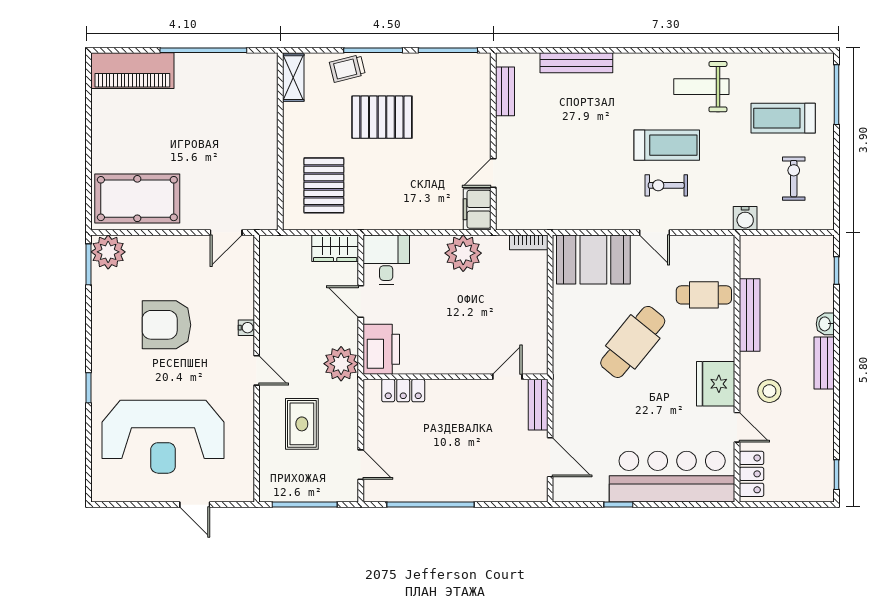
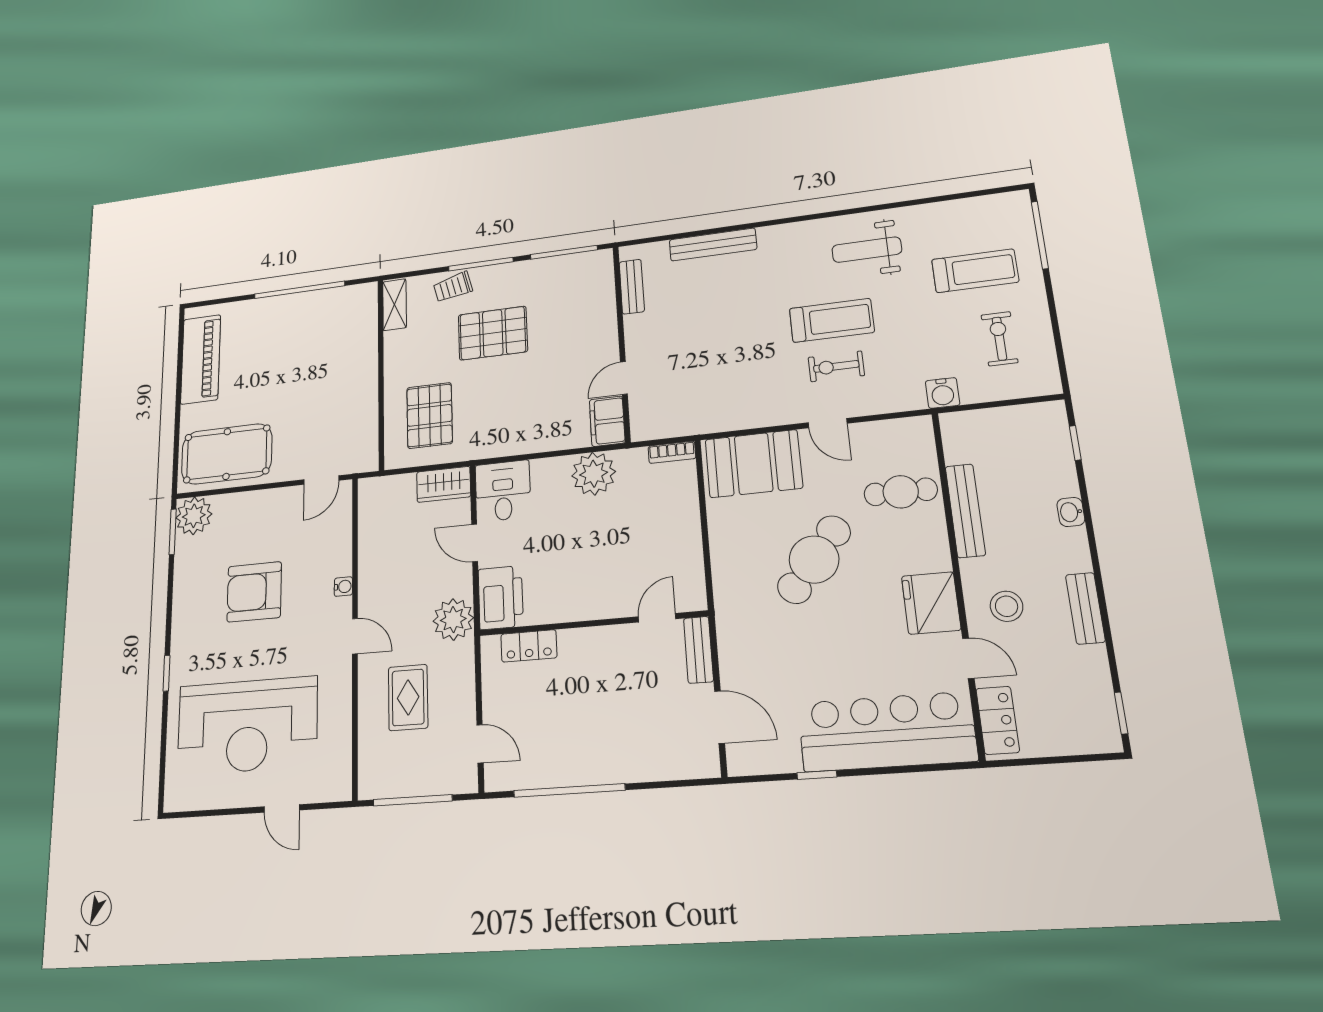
piano: (132, 71) -> (201, 359), moved, turned -90
treadmill: (783, 118) -> (975, 271), turned 180
bench: (824, 363) -> (1085, 608), moved

